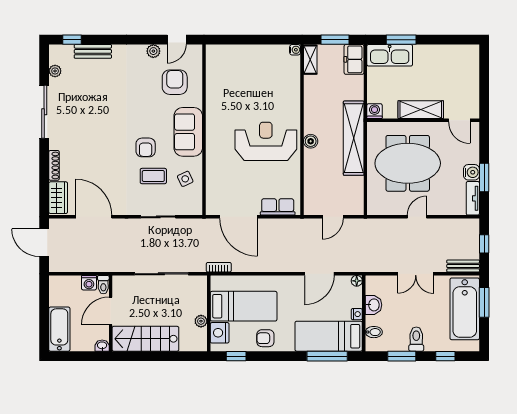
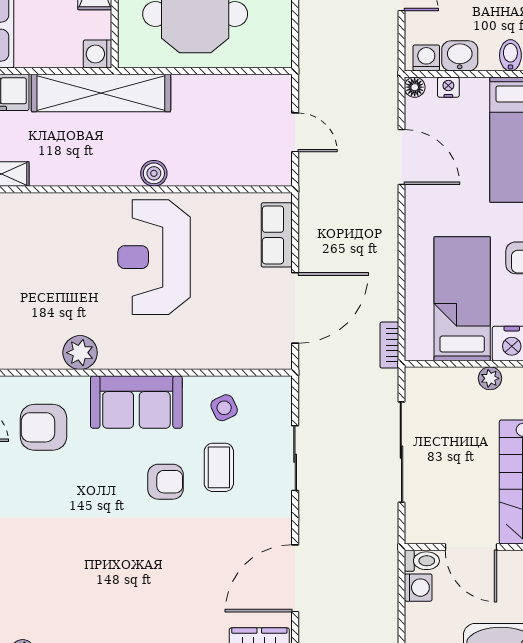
plant: (215, 102) -> (80, 353), added
shelving: (354, 138) -> (101, 93), moved
washing machine: (372, 287) -> (426, 58), added
nightstand: (357, 314) -> (448, 87), moved

